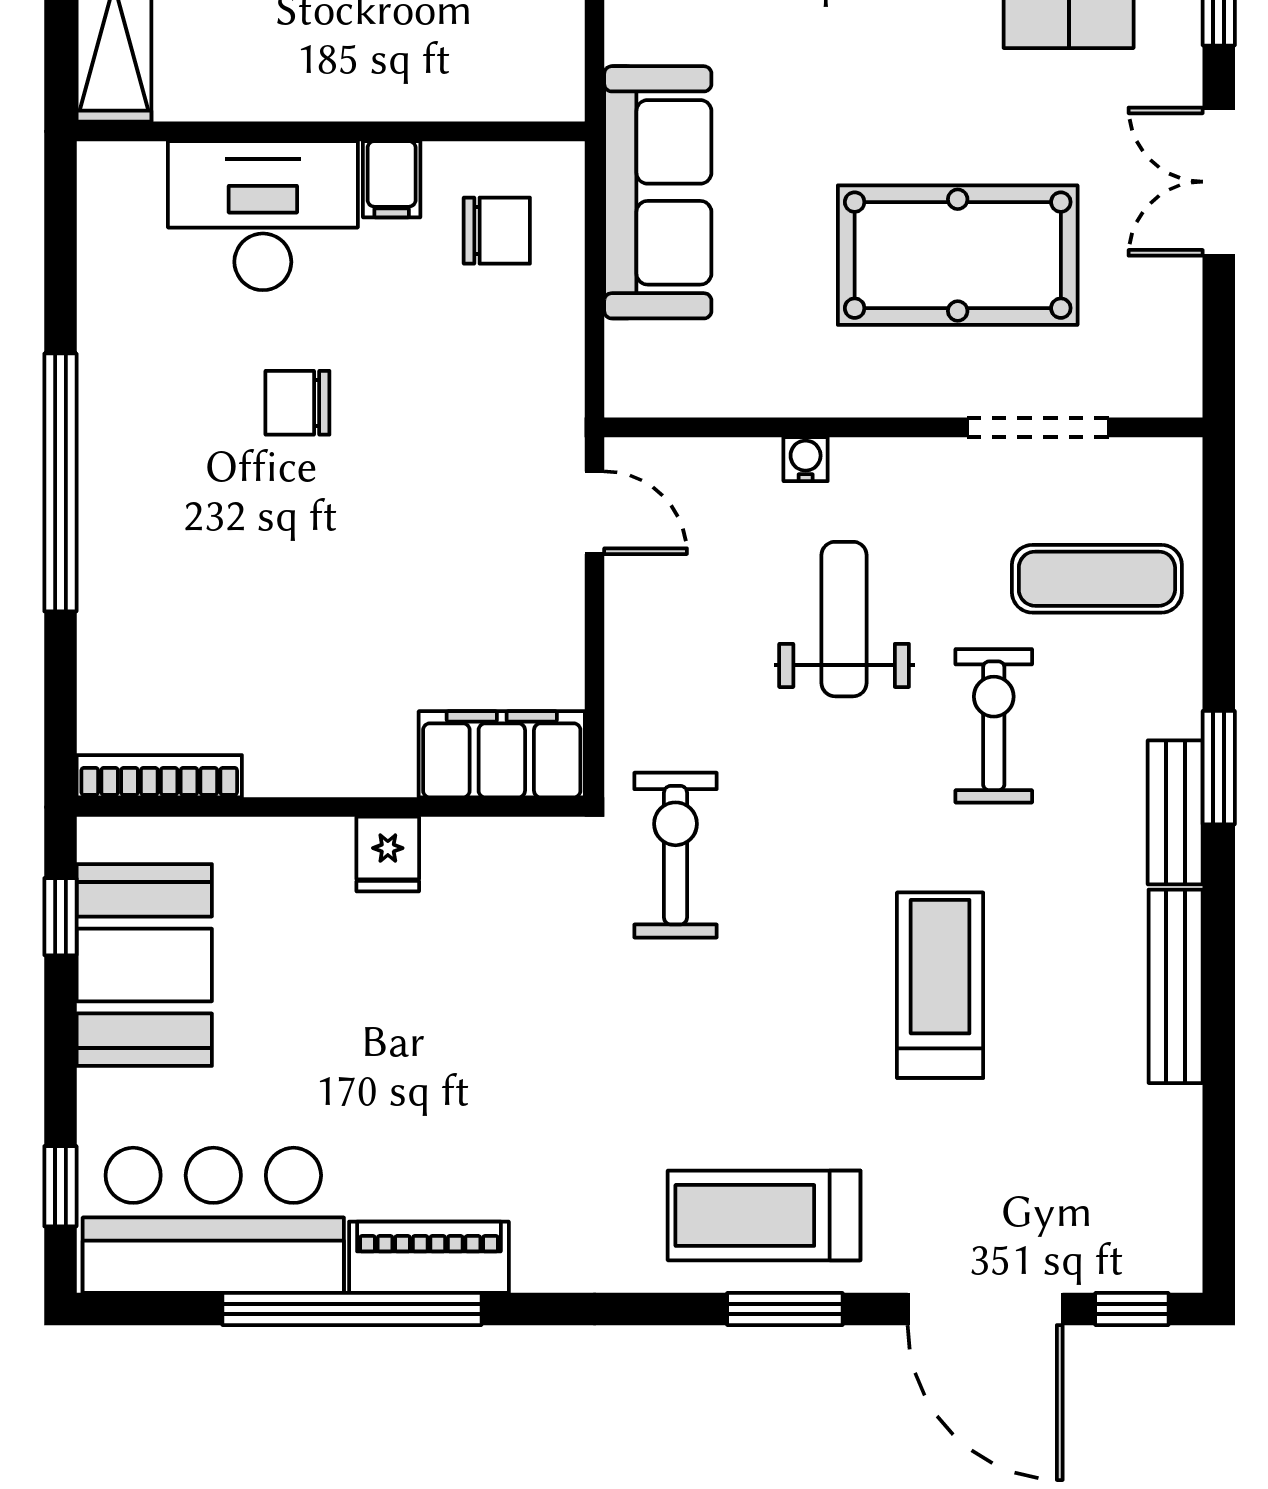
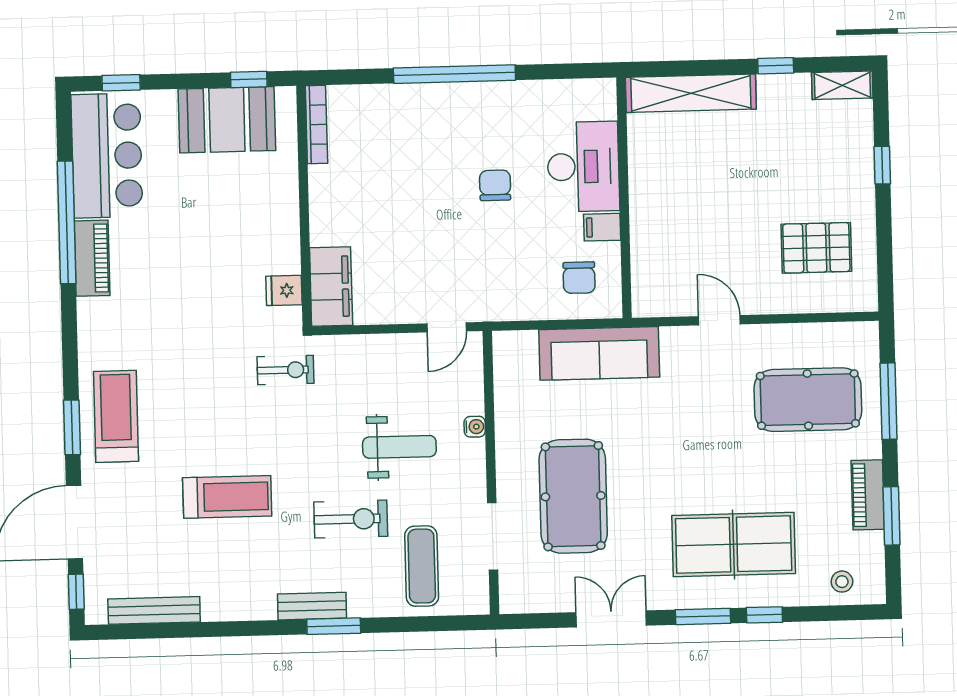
fridge: (388, 854) -> (284, 290), moved
exercise bike: (676, 855) -> (286, 370), width x0.73, depth x0.72
bench: (1176, 986) -> (154, 610), moved

